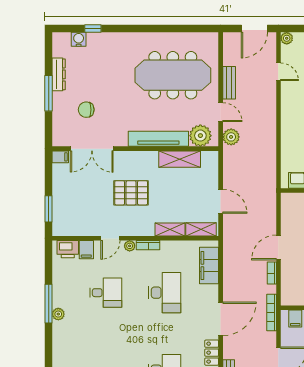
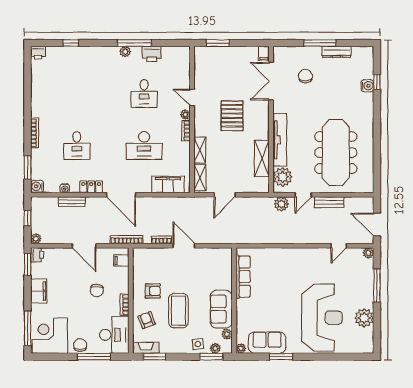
water cooler: (79, 39) -> (367, 86), moved
printer: (68, 249) -> (152, 54), moved, turned -90
filing cabinet: (86, 250) -> (182, 76), removed

